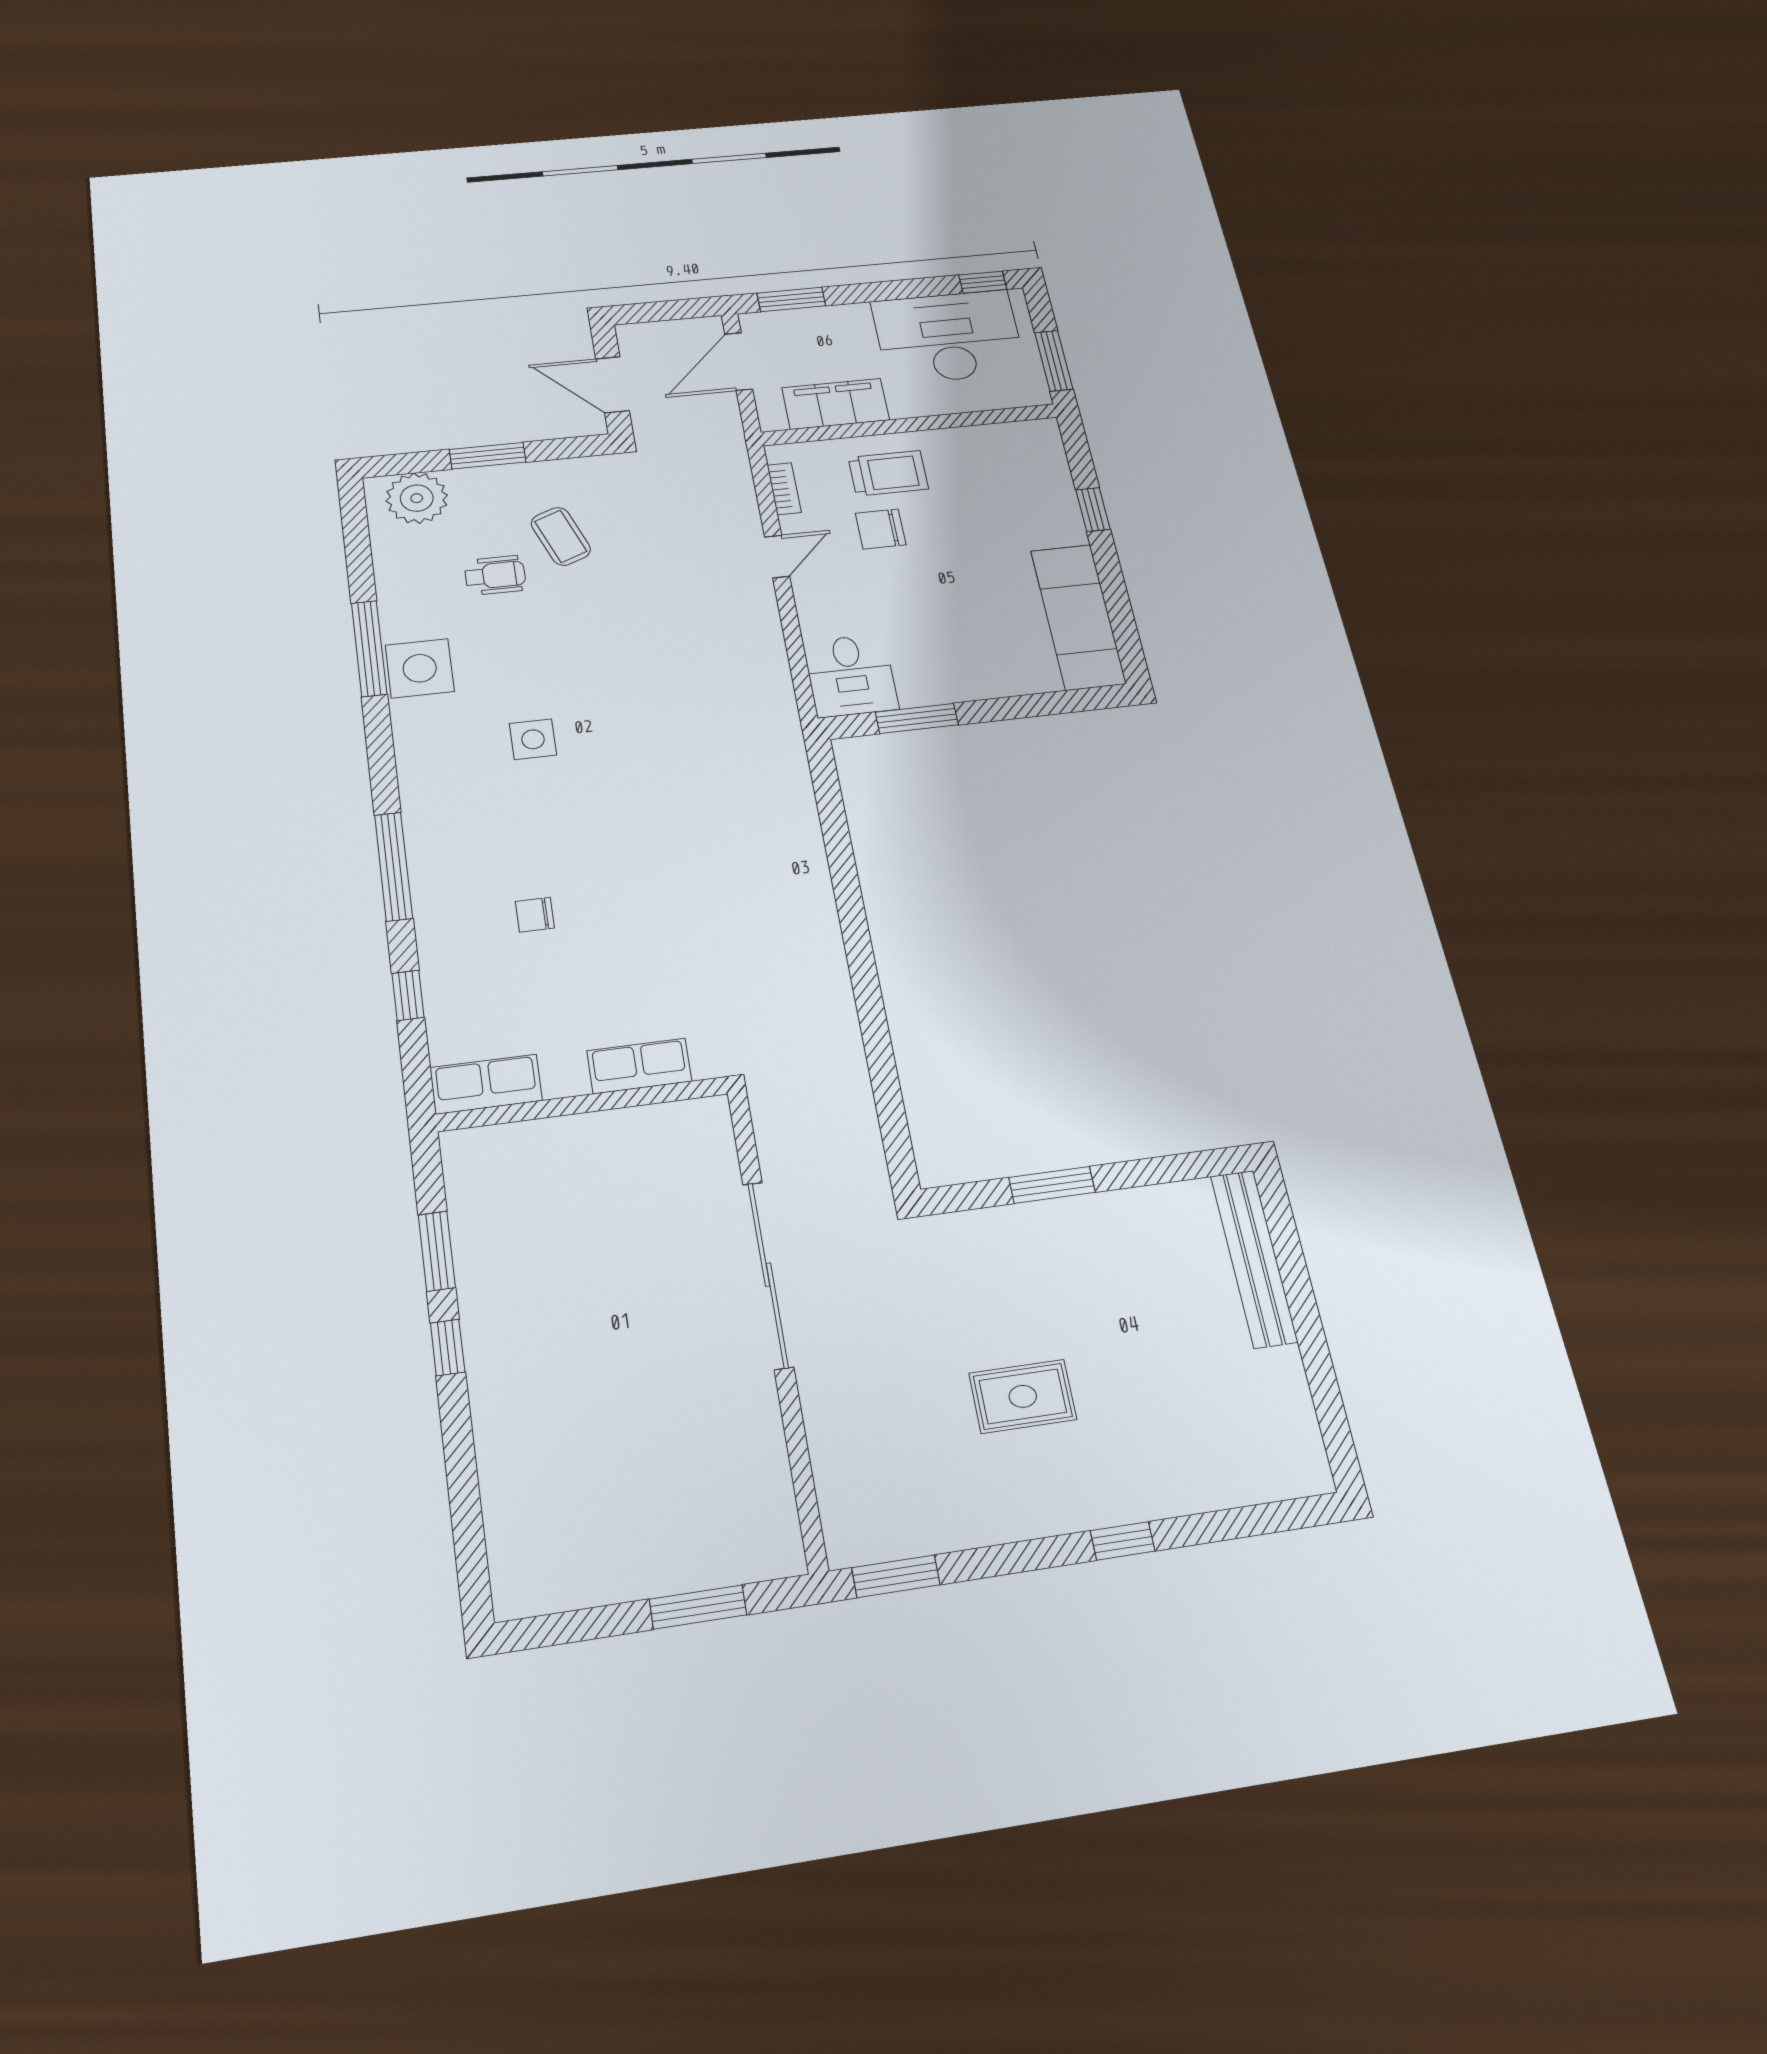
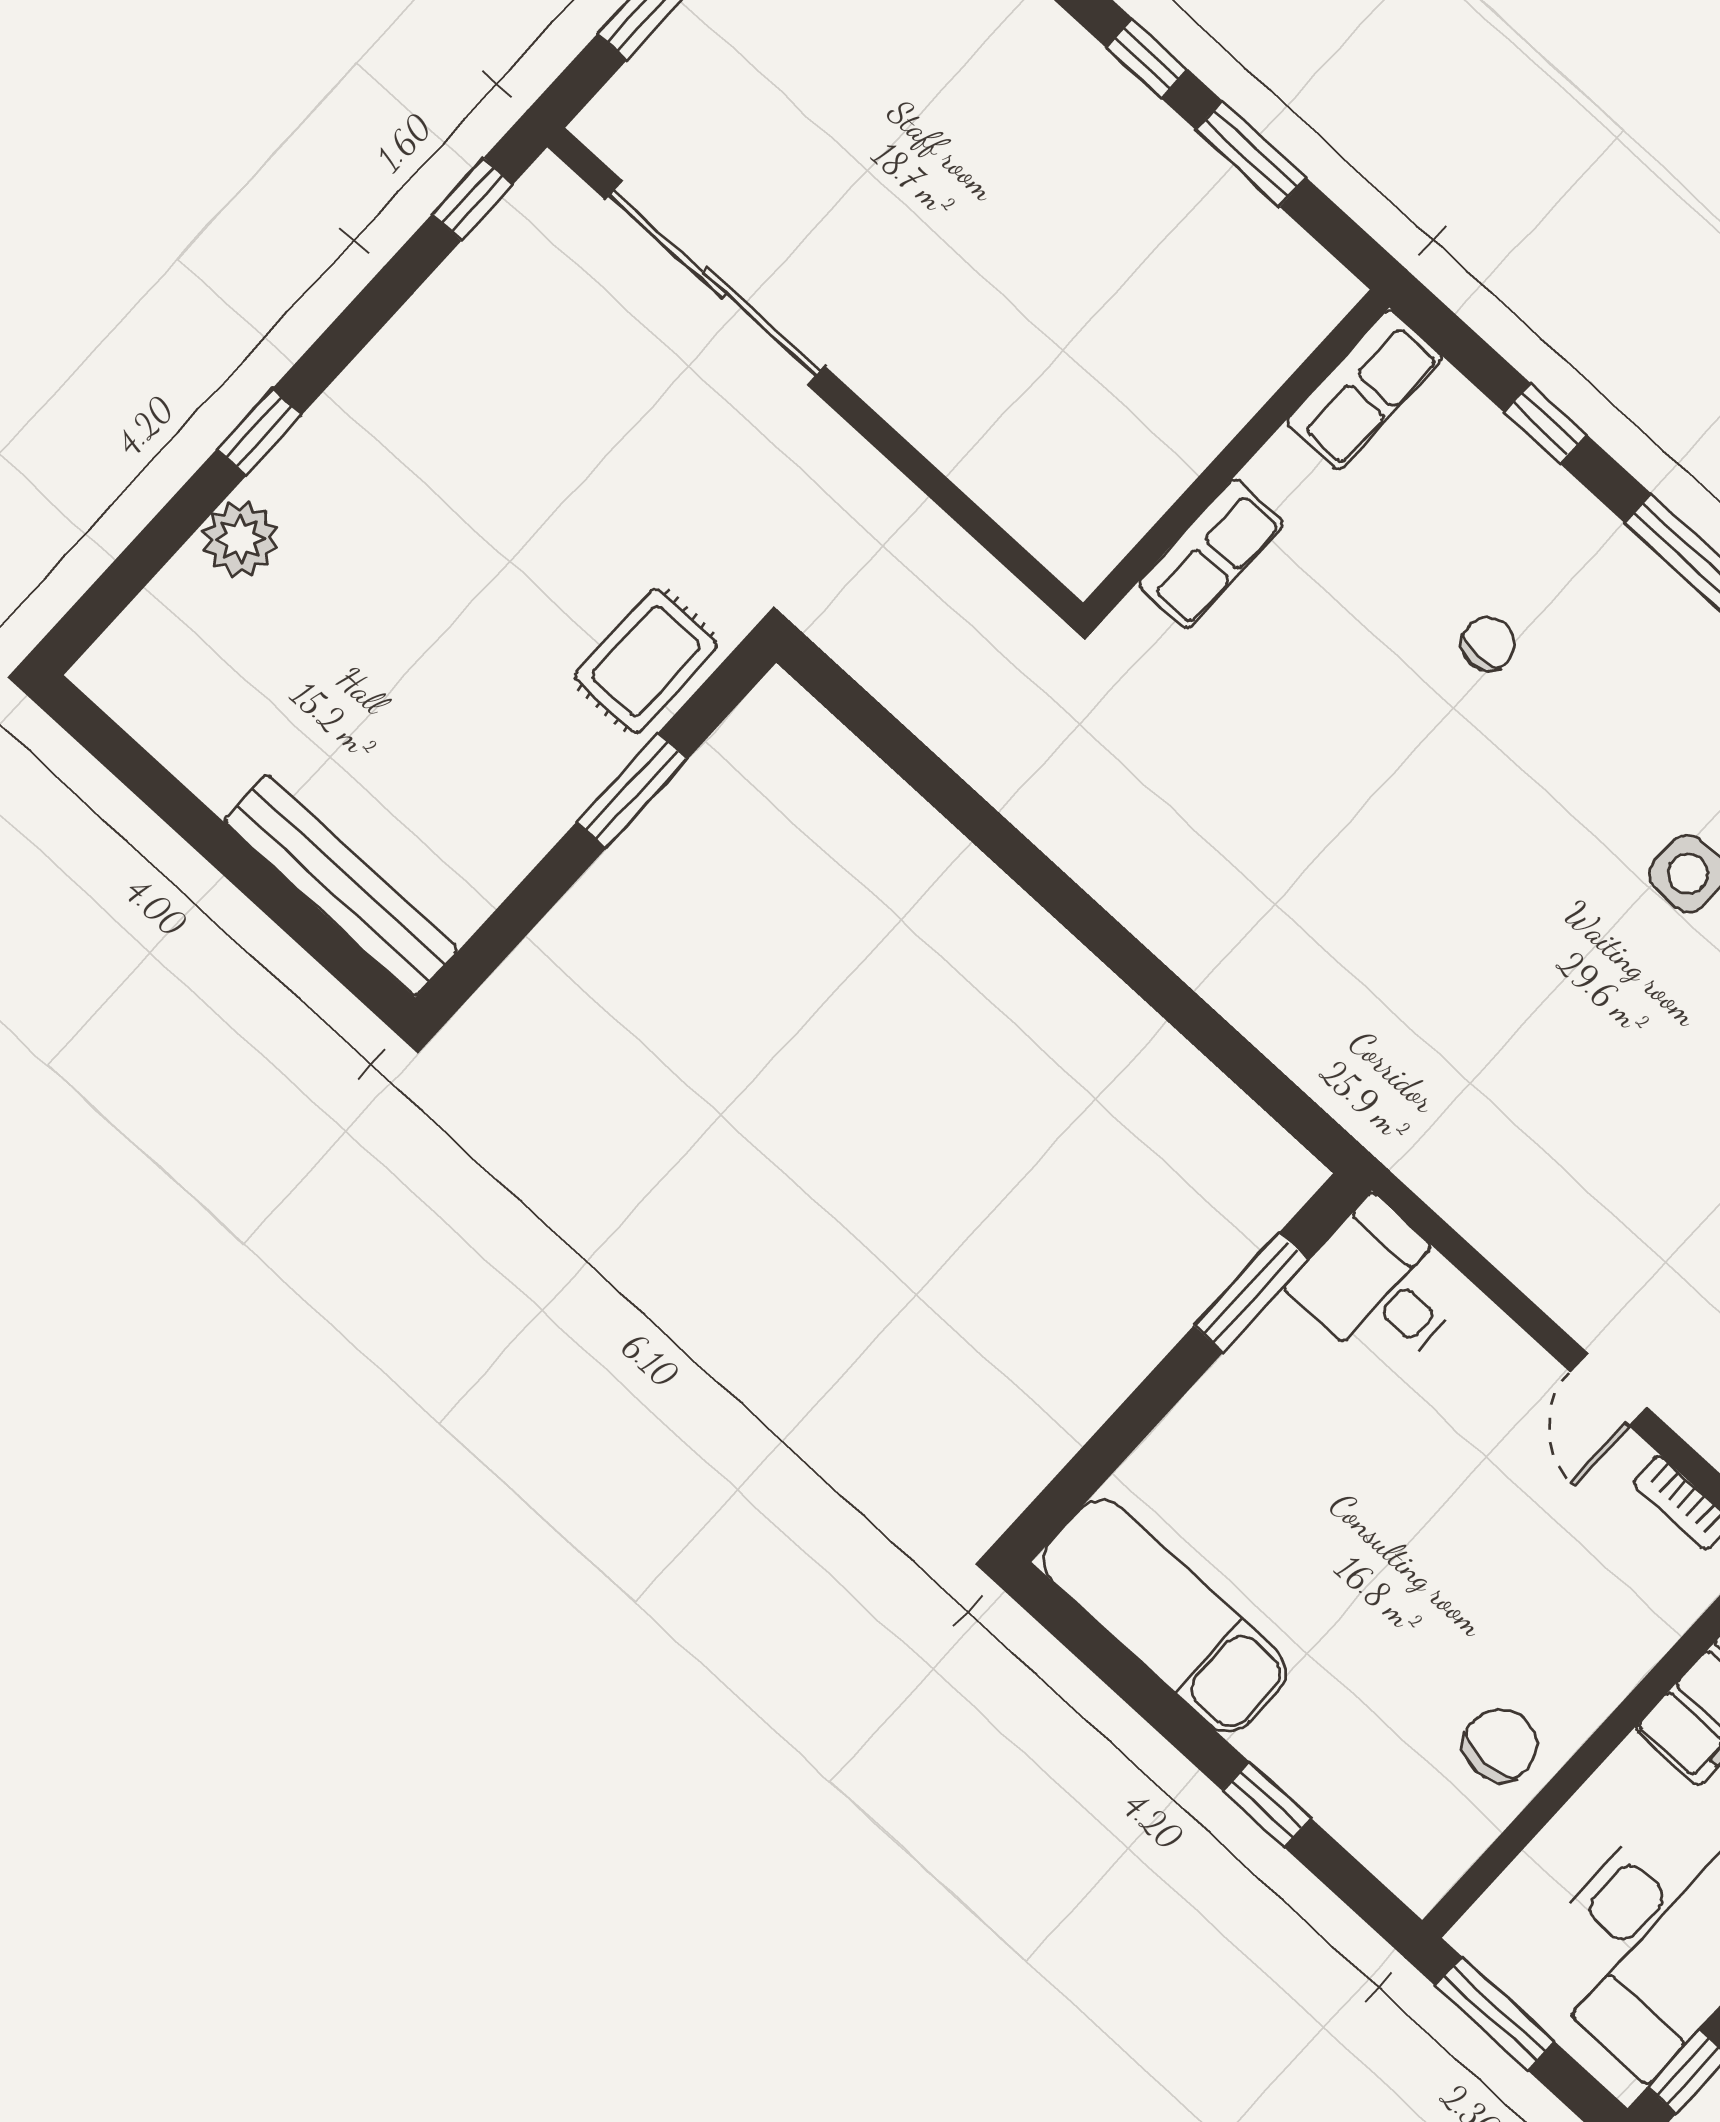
trolley: (888, 473) -> (1570, 1640), removed
chair: (881, 529) -> (1500, 1745), moved
sliding door: (768, 1275) -> (715, 283), moved
rug: (1023, 1396) -> (646, 661), moved
plant: (1178, 1489) -> (240, 539), added
window: (896, 1576) -> (473, 199), width x0.67

